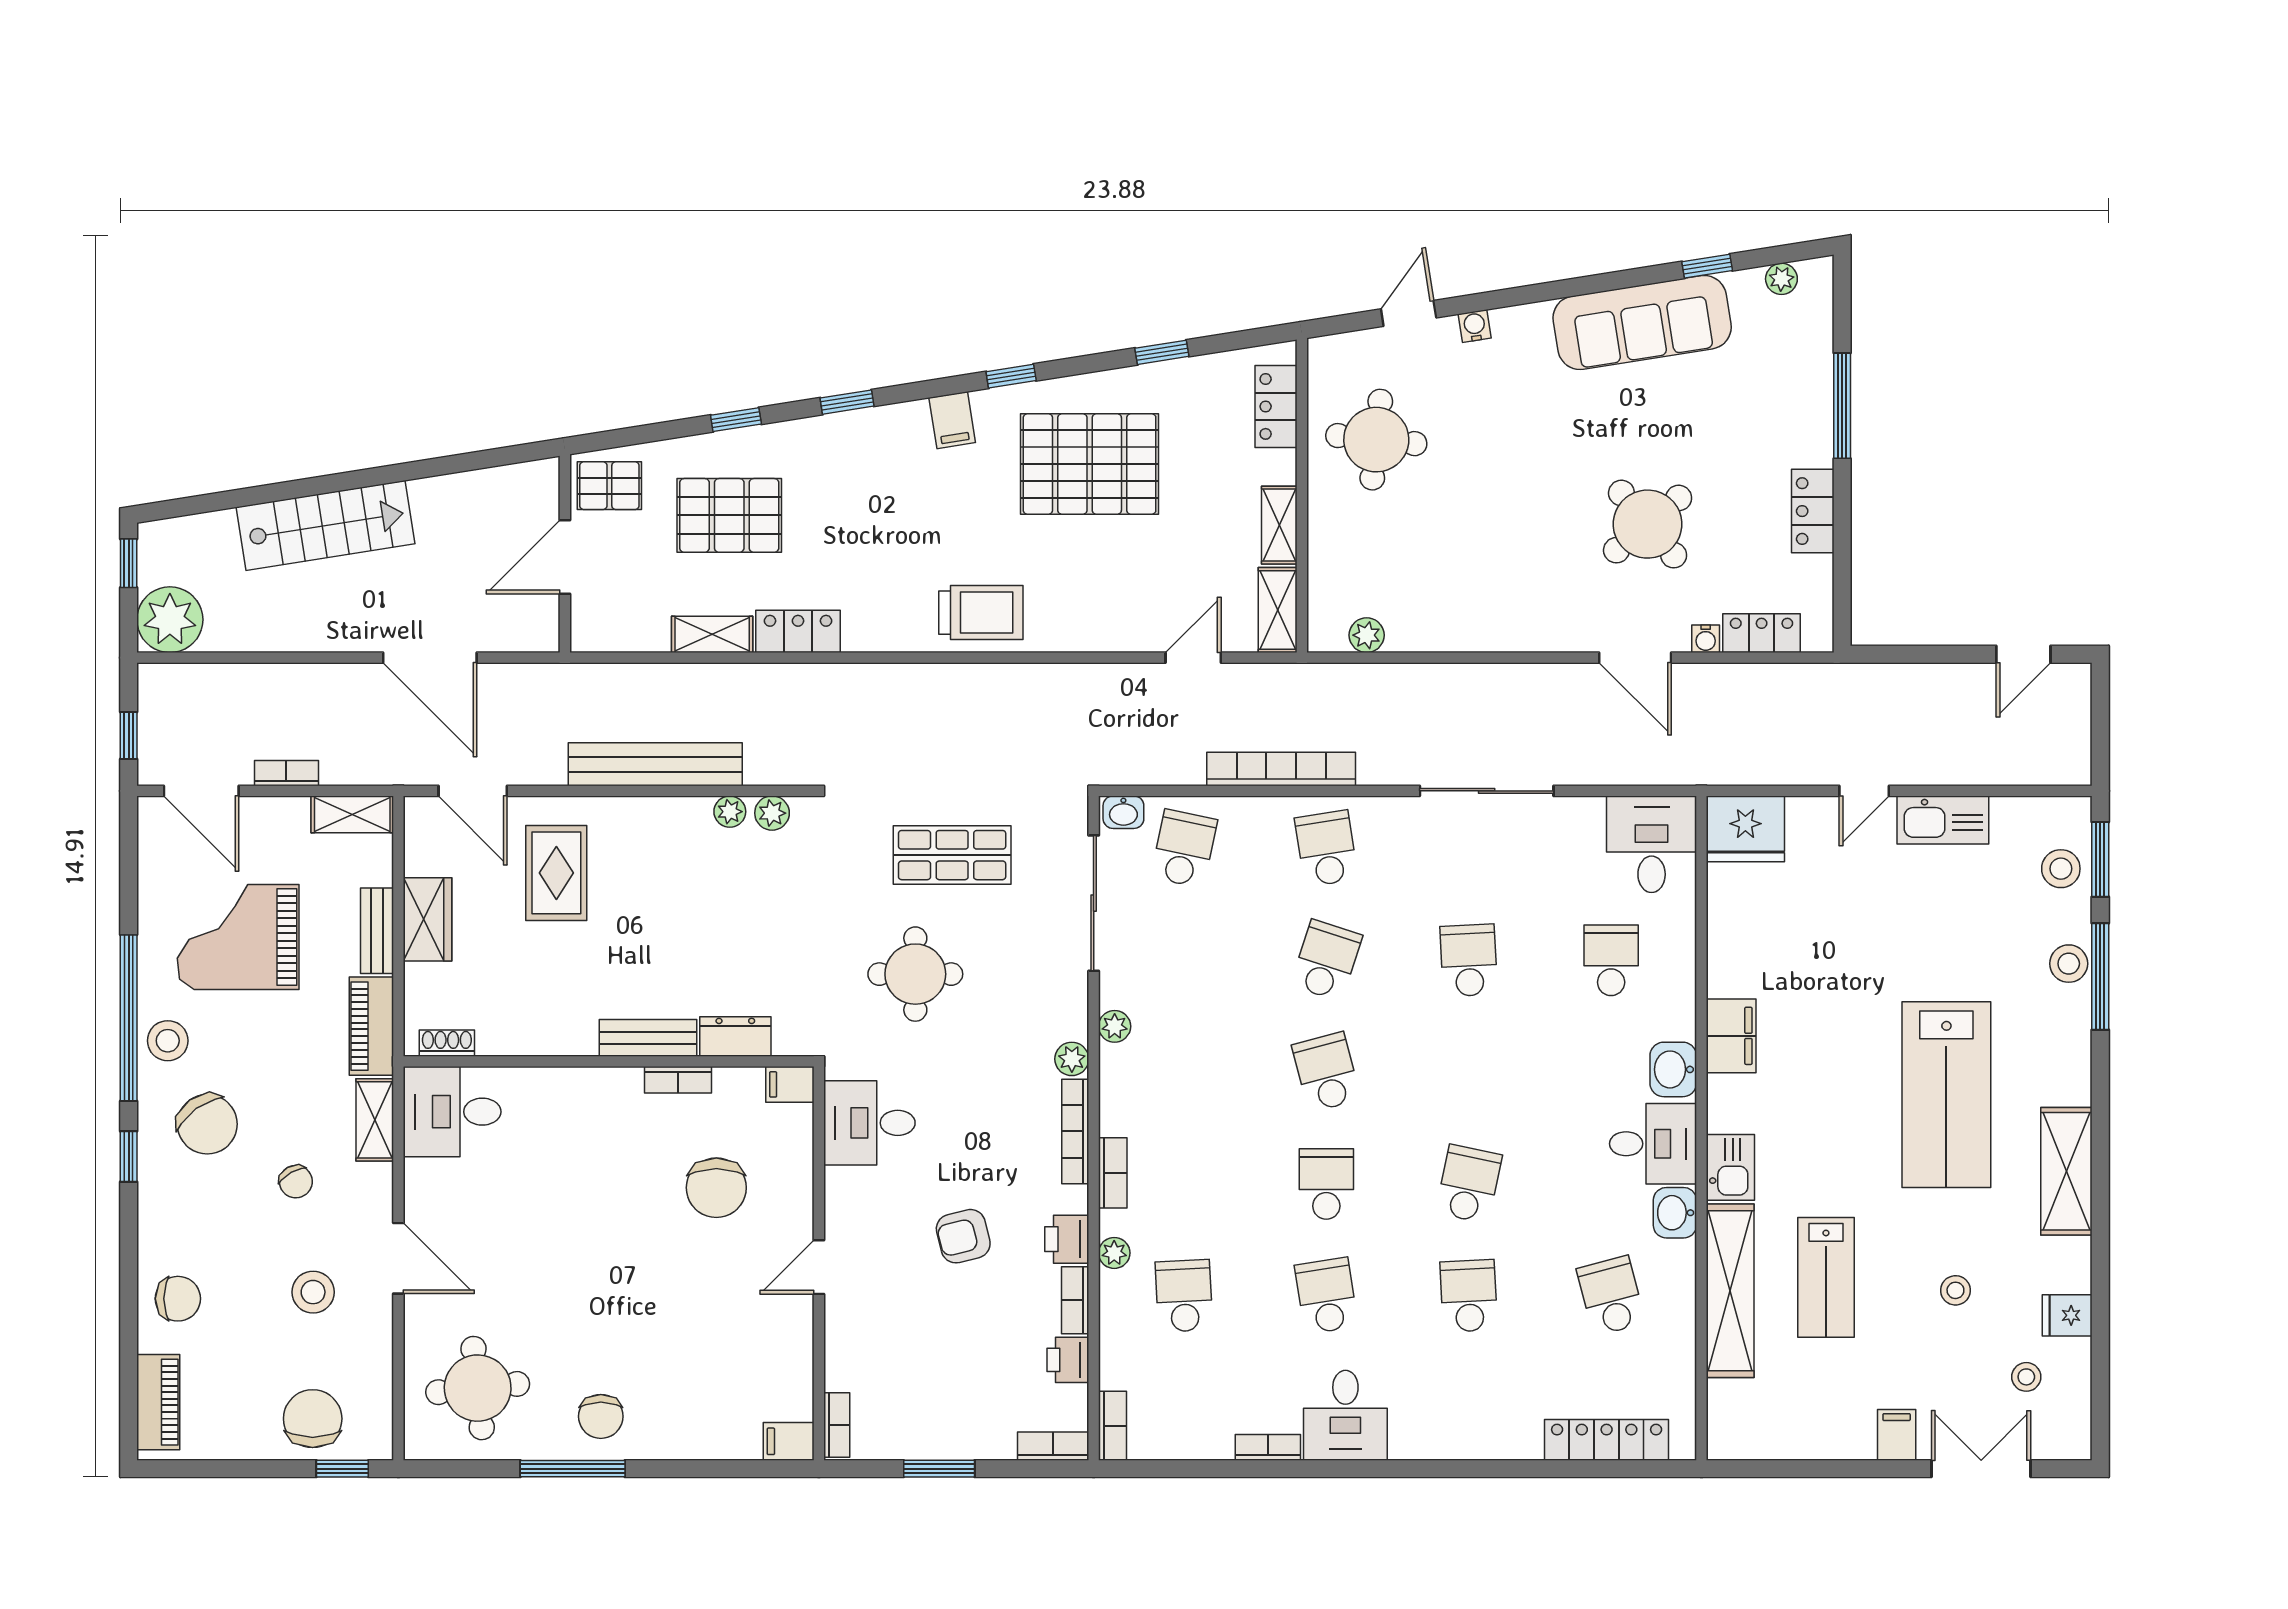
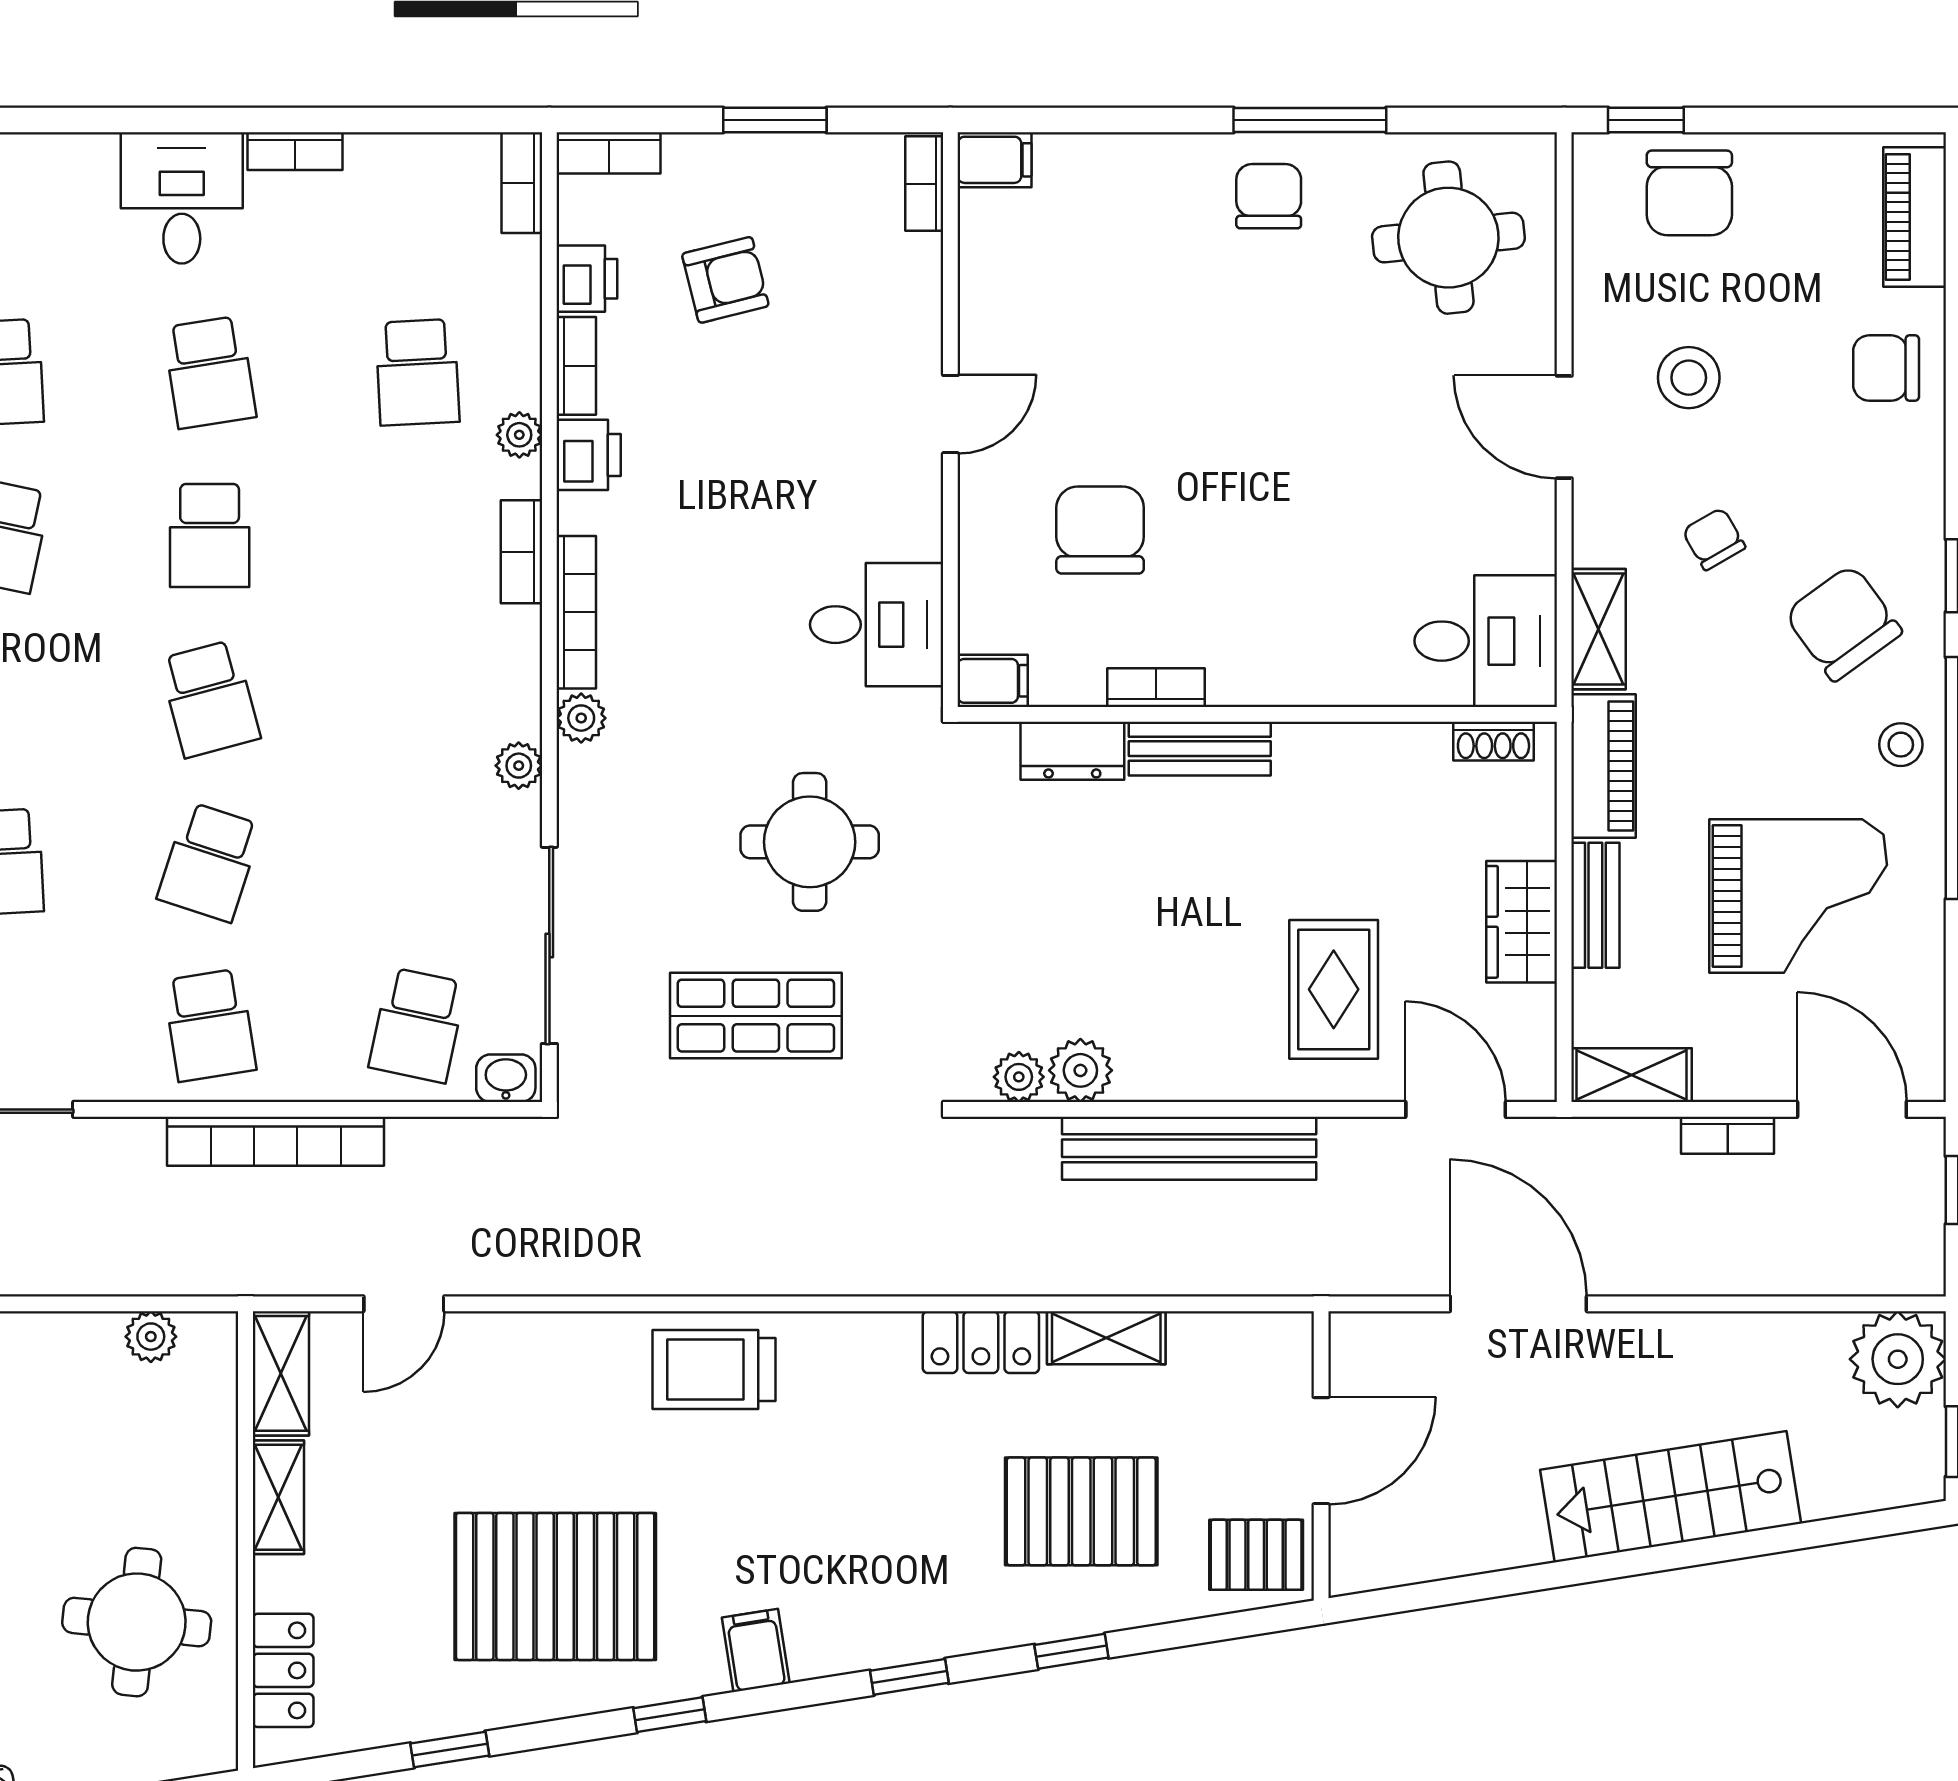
plant: (730, 812) -> (1080, 1070), width x1.38, depth x1.38
stool: (168, 1041) -> (1901, 745), width x0.73, depth x0.73
armchair: (963, 1236) -> (725, 280), moved

